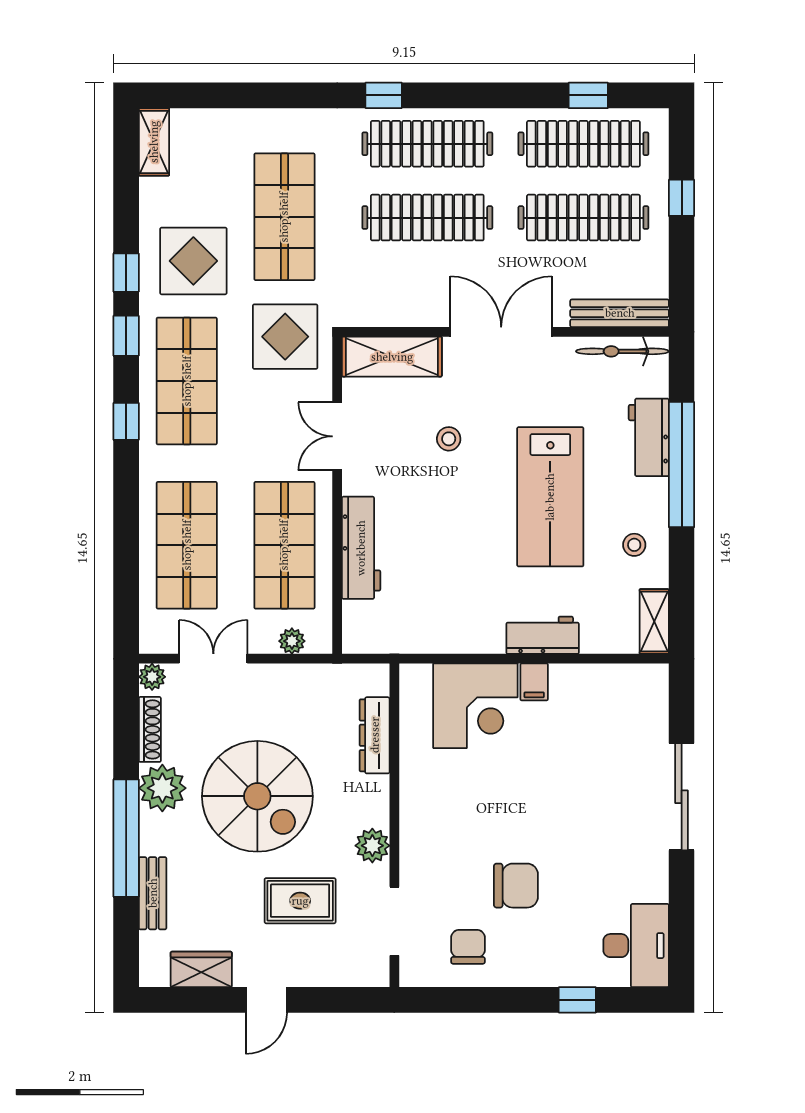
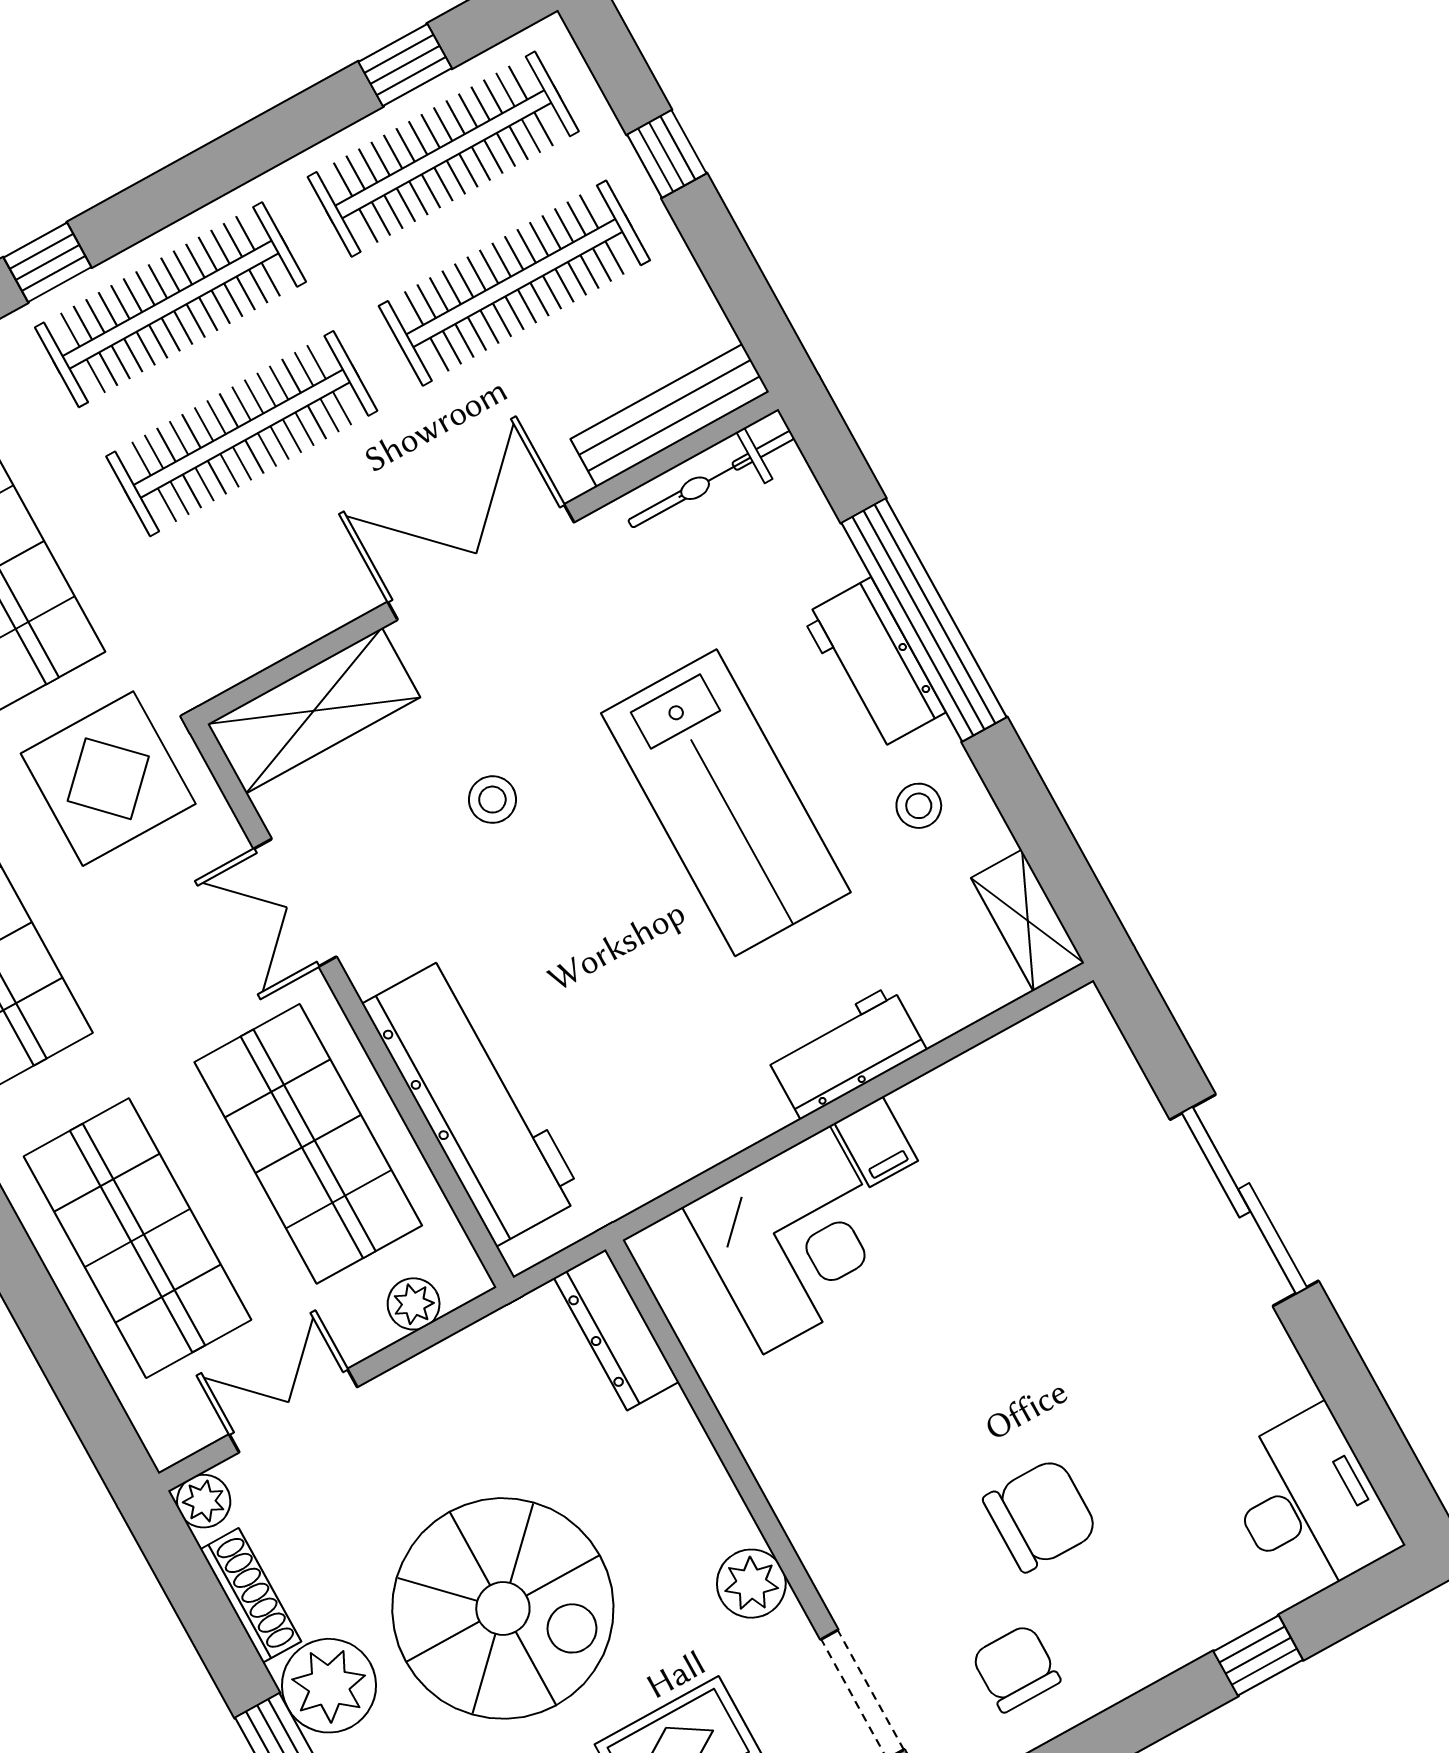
workbench: (649, 437) -> (874, 664), moved
workbench: (361, 548) -> (473, 1101), width x1.36, depth x1.32
dresser: (375, 735) -> (616, 1330), moved

